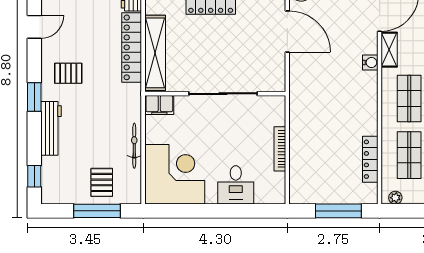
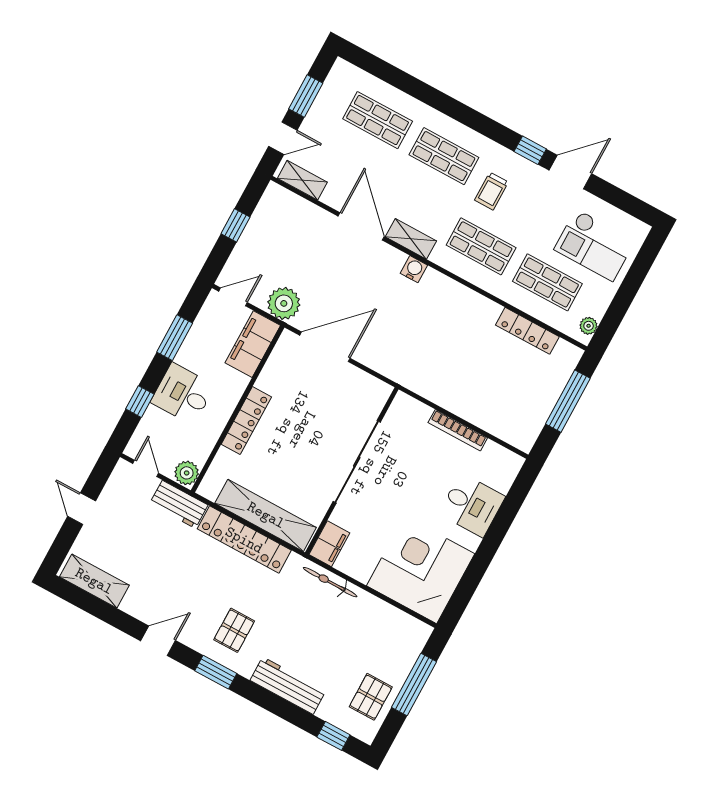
door: (34, 27) -> (158, 641), hinge flipped
window: (34, 97) -> (216, 672), moved
bicycle: (134, 146) -> (330, 582), moved
pallet: (102, 182) -> (371, 697), moved, turned 90

